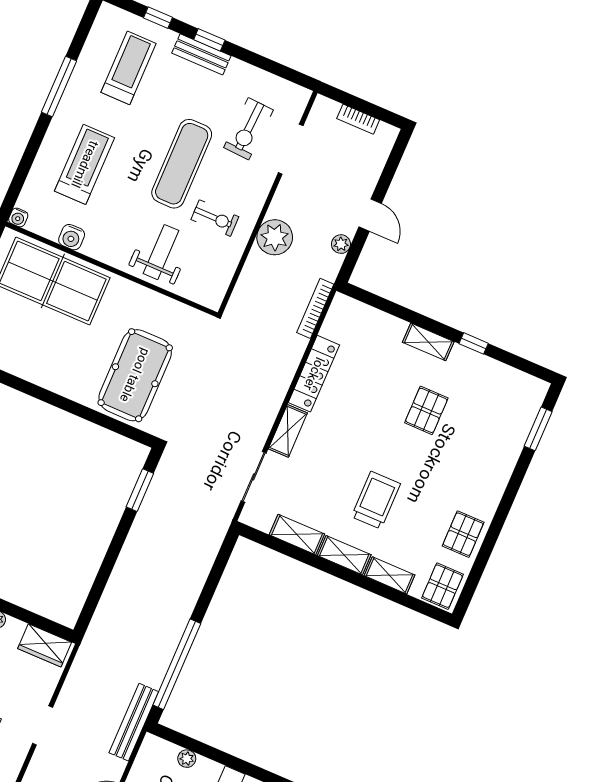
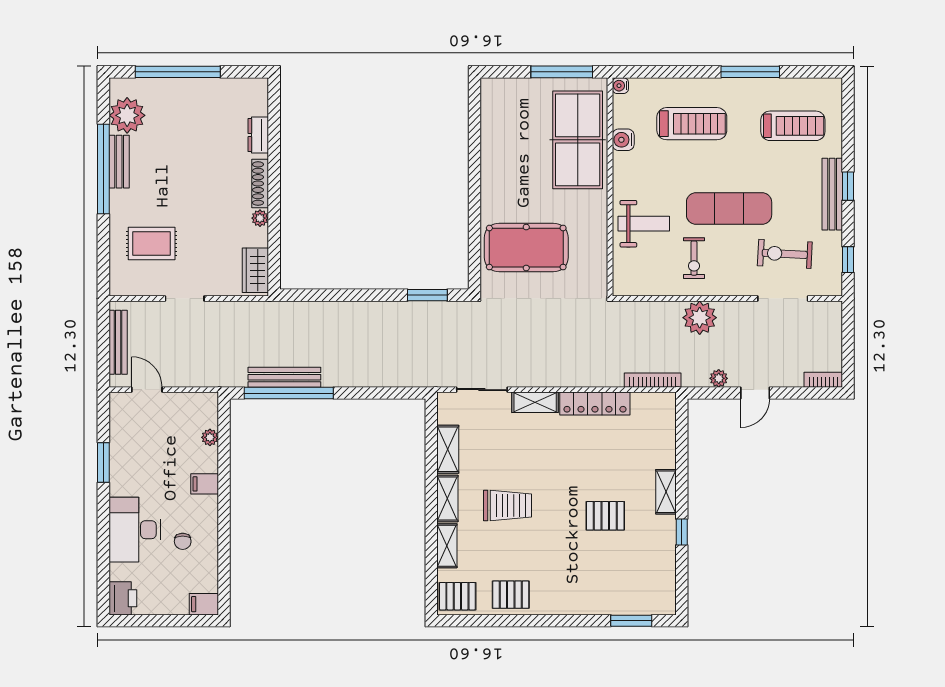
window: (158, 18) -> (848, 260), moved
bench: (201, 54) -> (832, 194), width x1.36
bookcase: (358, 119) -> (823, 380), moved, turned 90
bench: (134, 722) -> (284, 377), moved

